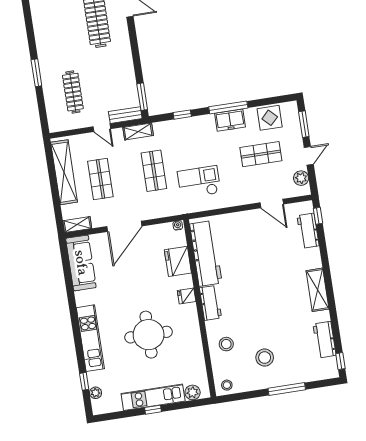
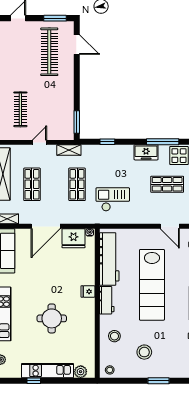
window: (228, 107) -> (163, 142), moved
bench: (125, 115) -> (61, 135), removed
door: (102, 128) -> (40, 142), swing flipped
fridge: (178, 261) -> (74, 238), moved, turned -90
lab bench: (261, 276) -> (152, 285), added
round table: (149, 335) -> (52, 318), width x0.73, depth x0.73
window: (287, 389) -> (159, 381), width x0.69
window: (153, 410) -> (34, 381), moved

